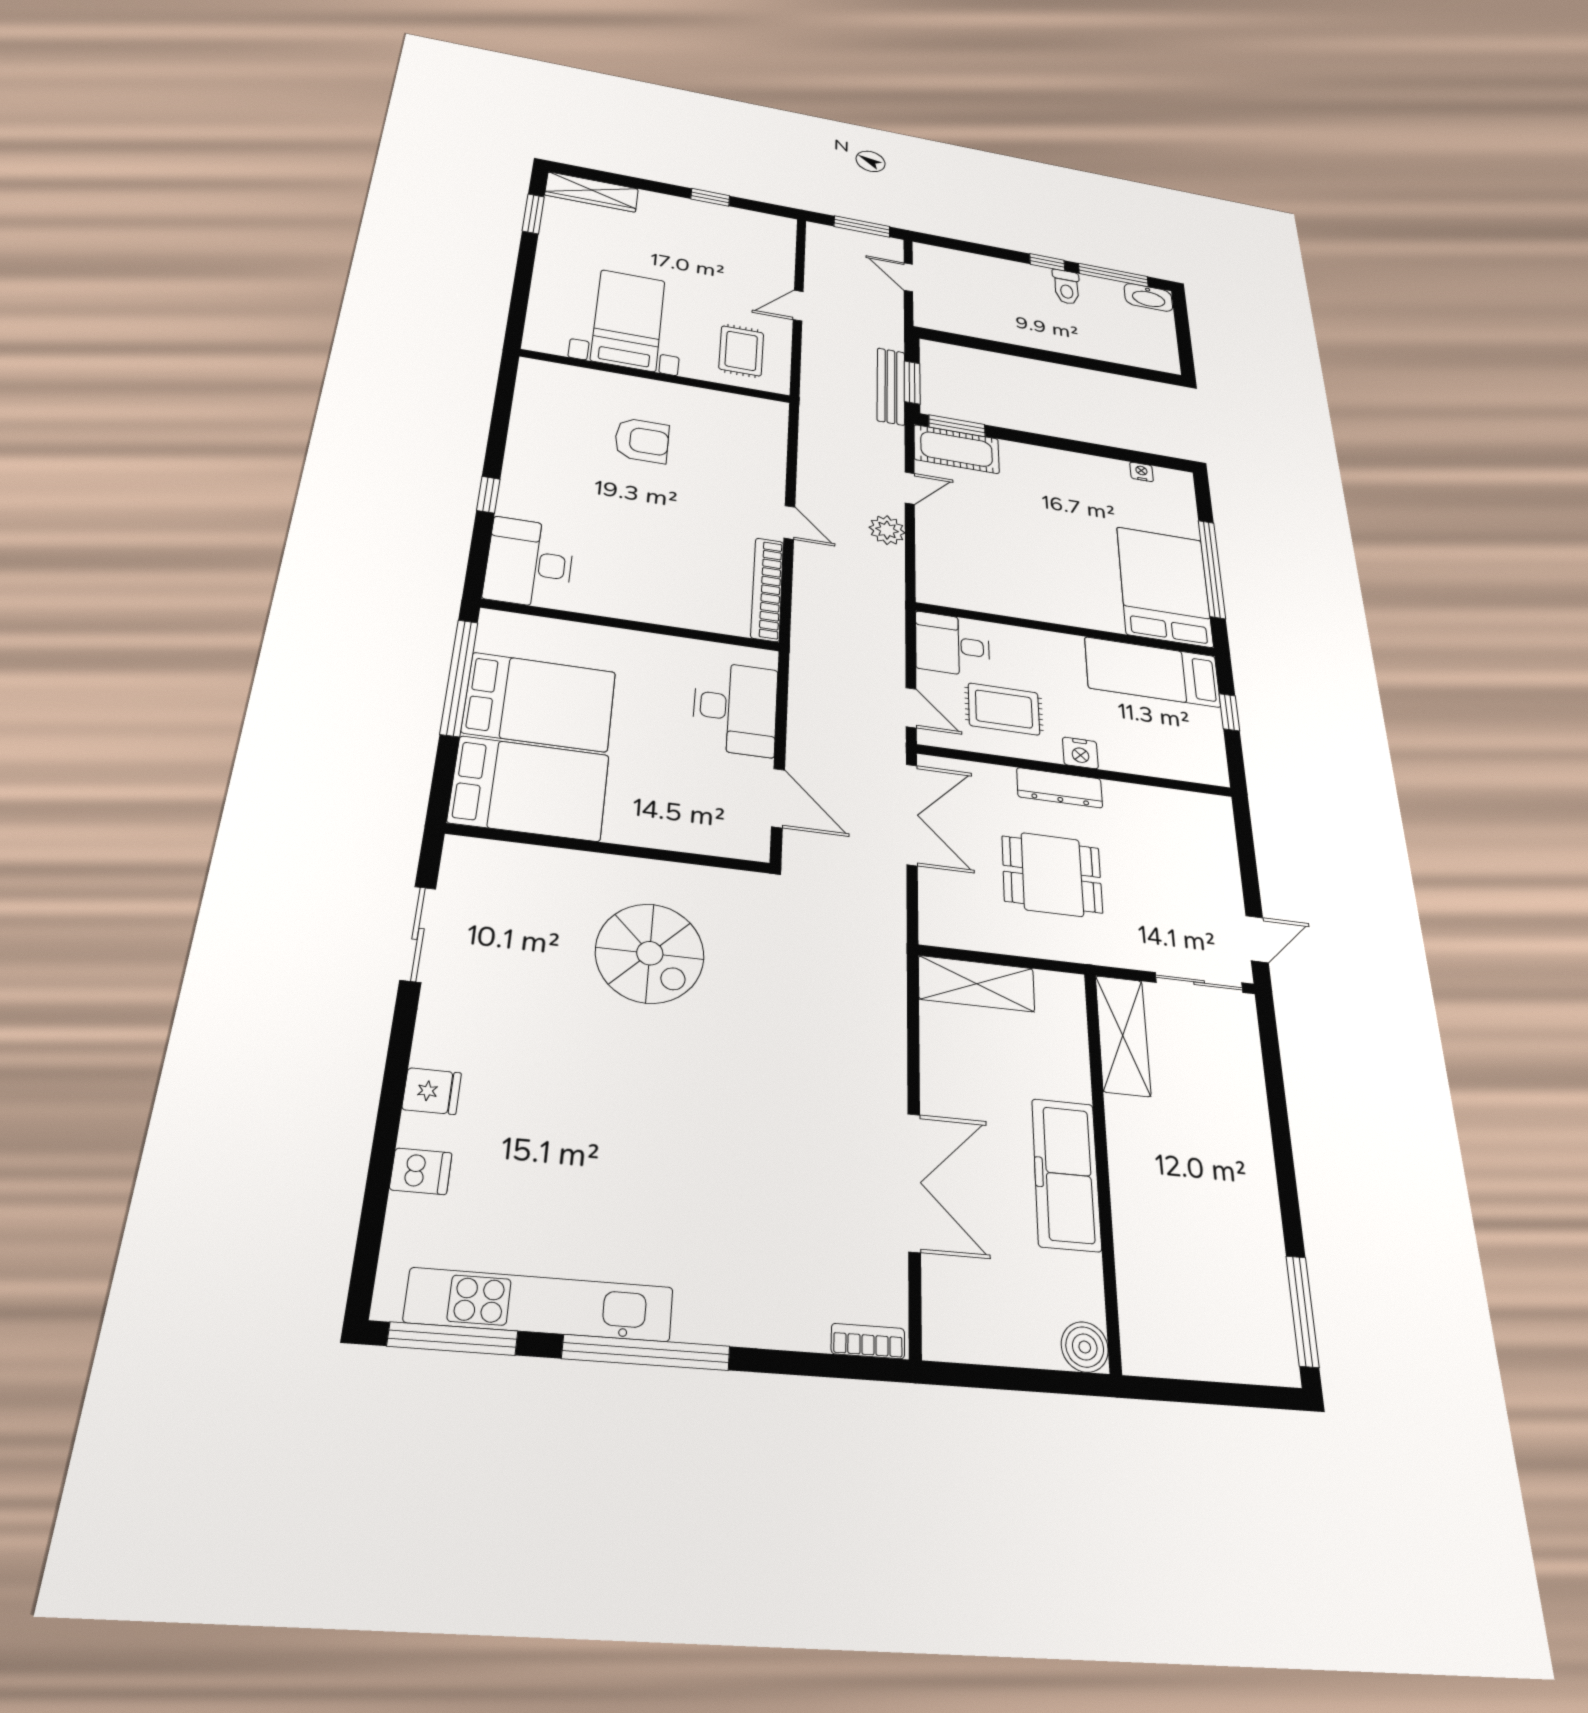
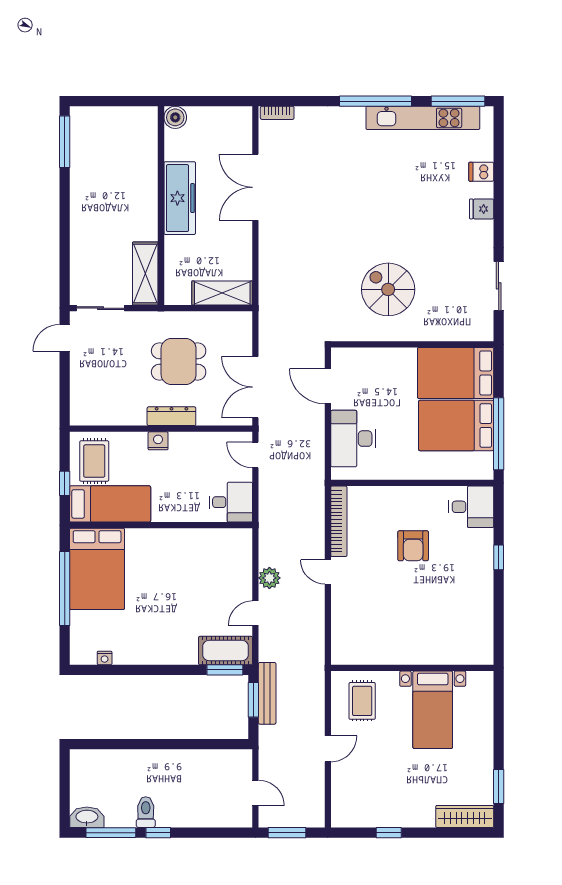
armchair: (642, 440) -> (413, 546), moved, turned -90
desk: (529, 563) -> (471, 507), width x0.73
rug: (1004, 709) -> (94, 461), moved, turned 90

